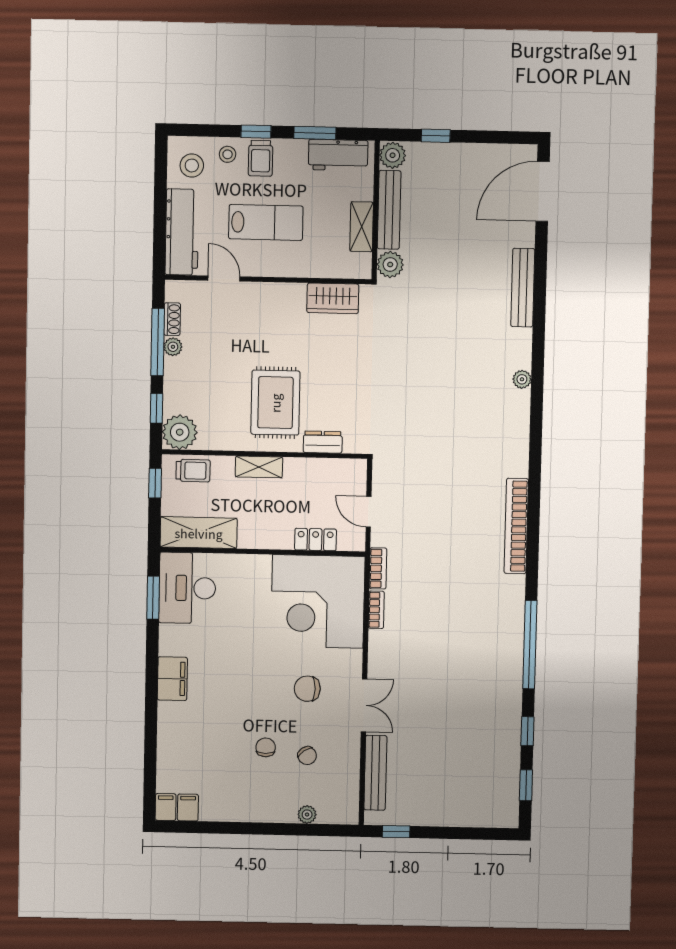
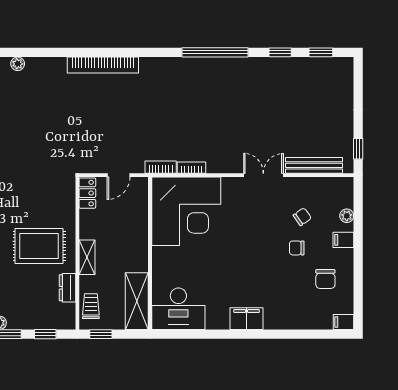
plant: (180, 432) -> (63, 317), removed
dresser: (323, 442) -> (68, 288), moved
bookcase: (516, 526) -> (103, 65), moved
locker: (316, 540) -> (87, 193), moved, turned 180
window: (153, 598) -> (186, 334), removed
chair: (307, 689) -> (325, 279), moved
filing cabinet: (188, 807) -> (343, 240), moved

